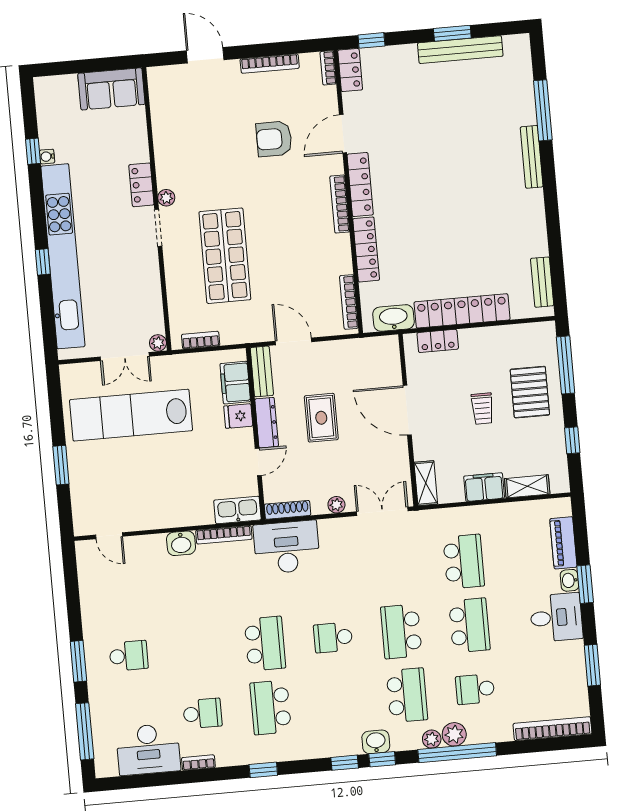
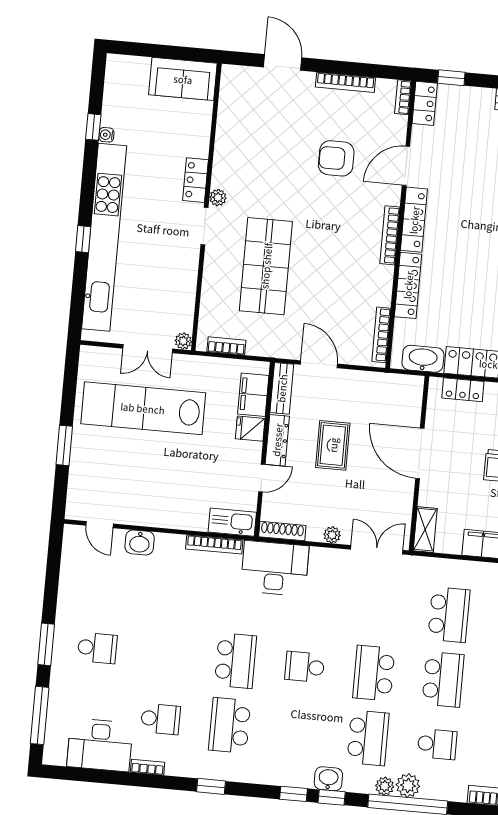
washbasin: (181, 543) -> (140, 542), moved
school desk: (475, 689) -> (437, 744), turned 180

